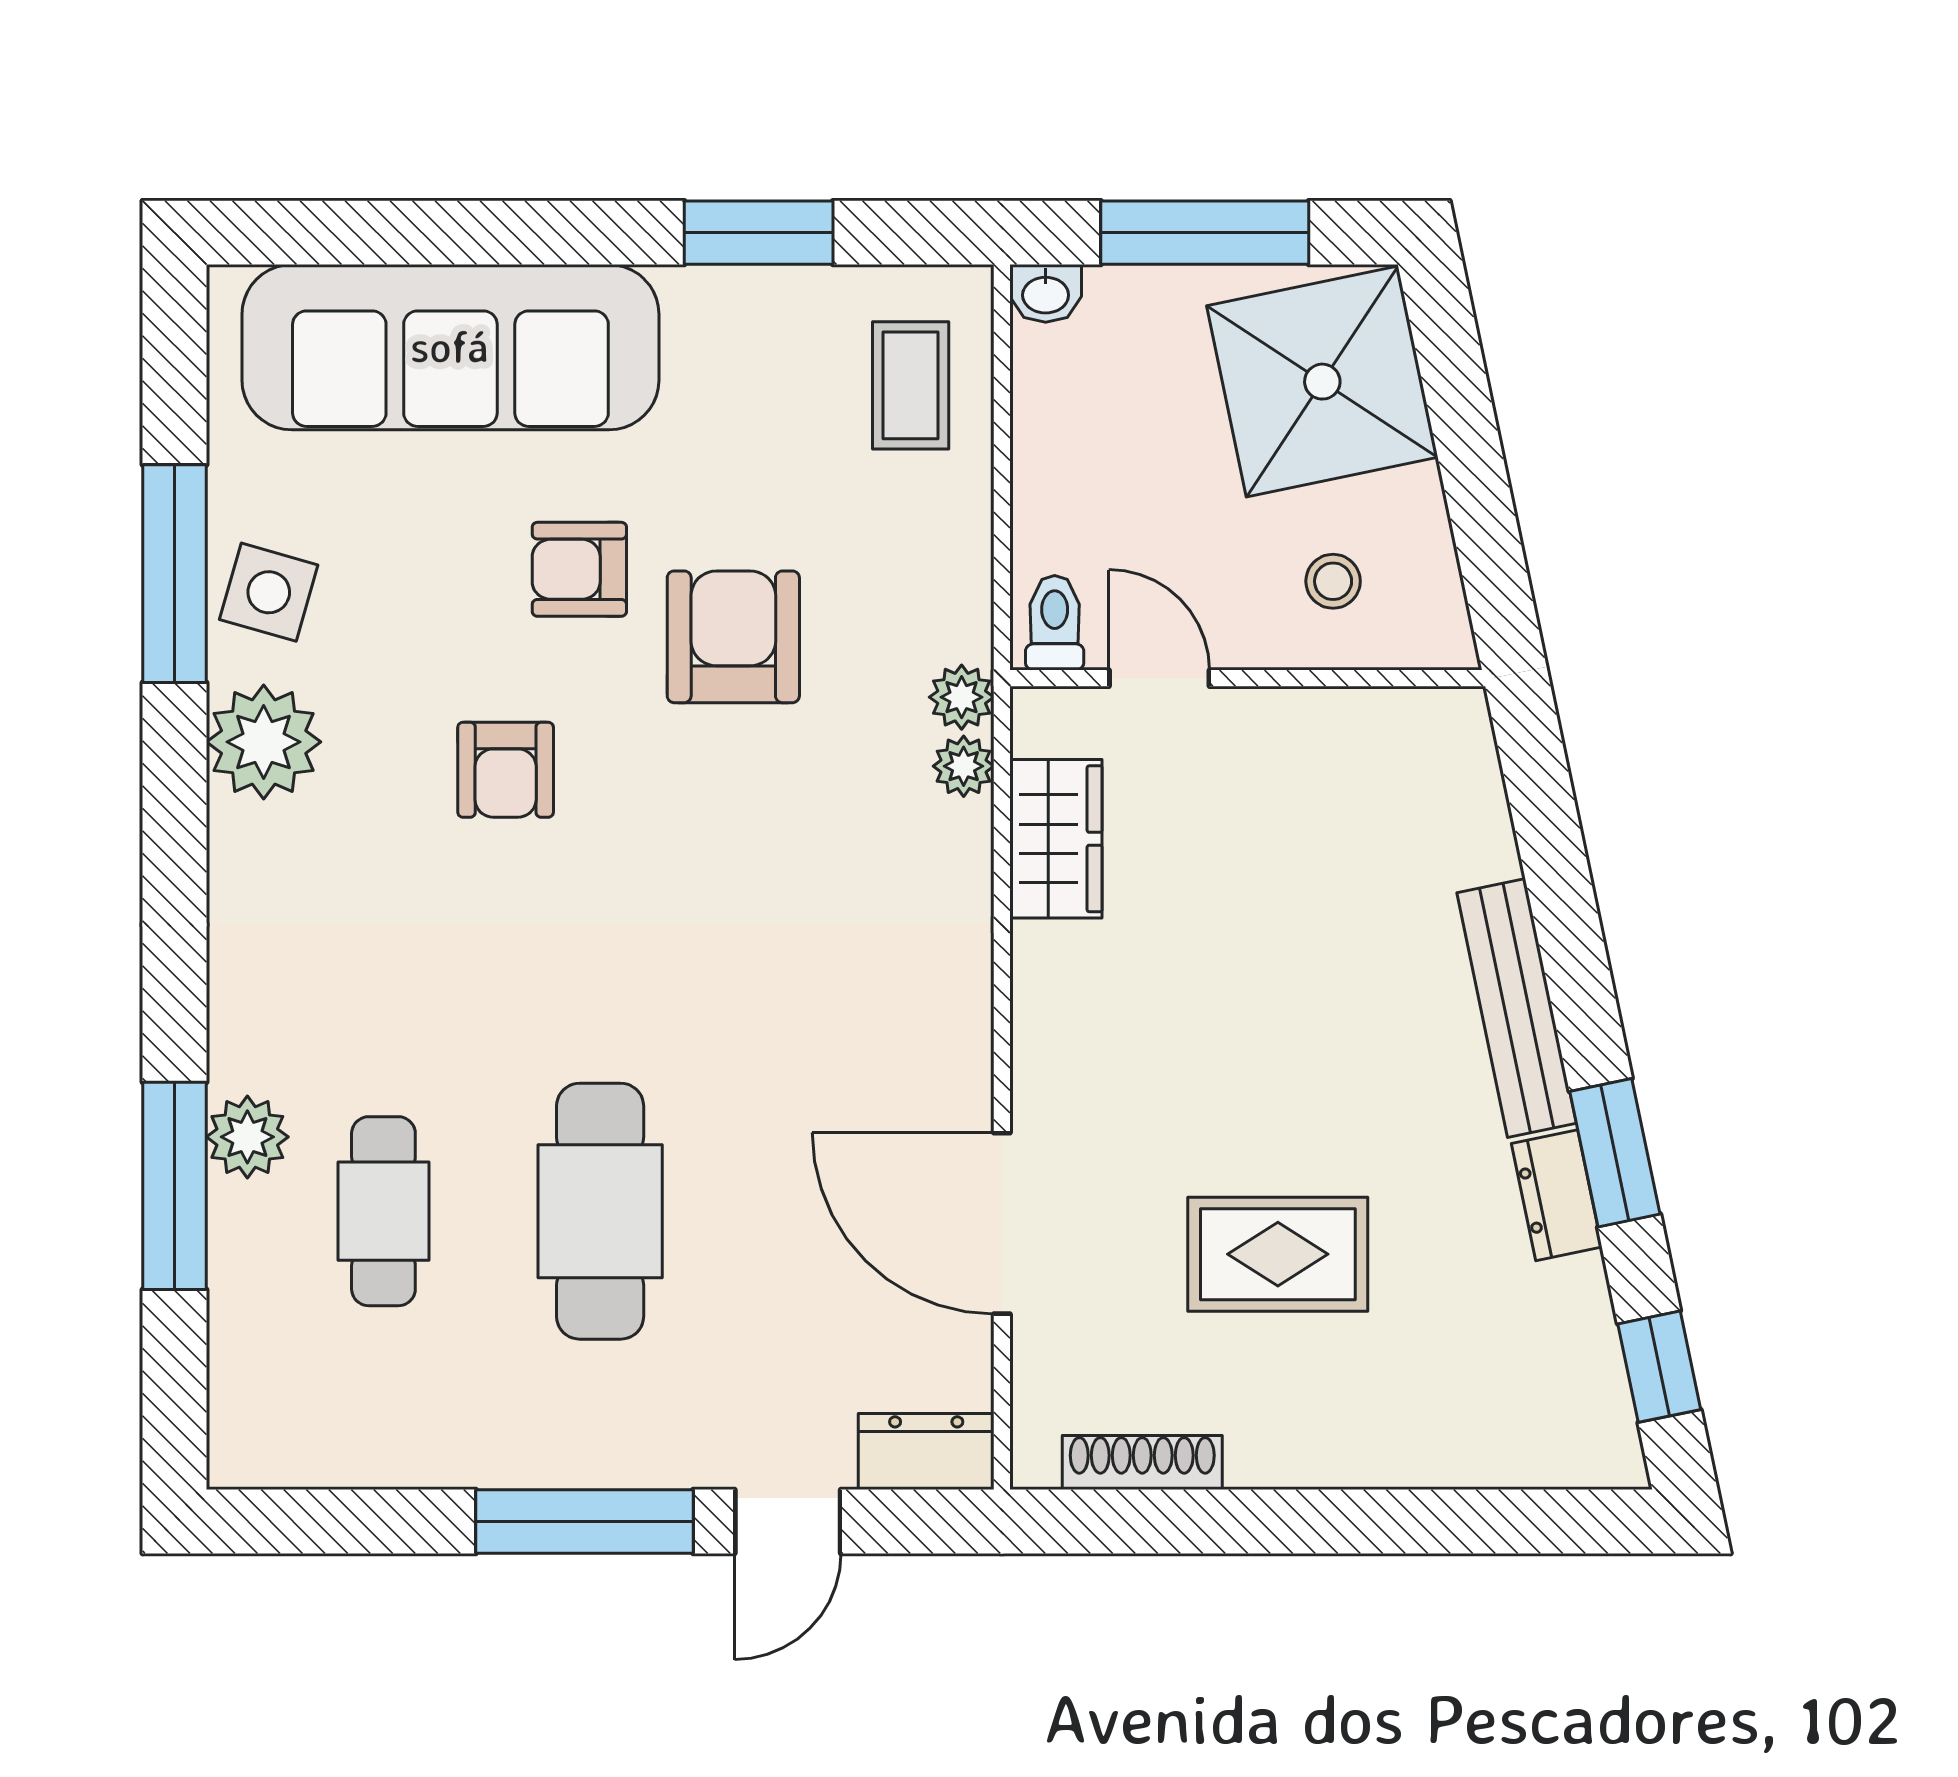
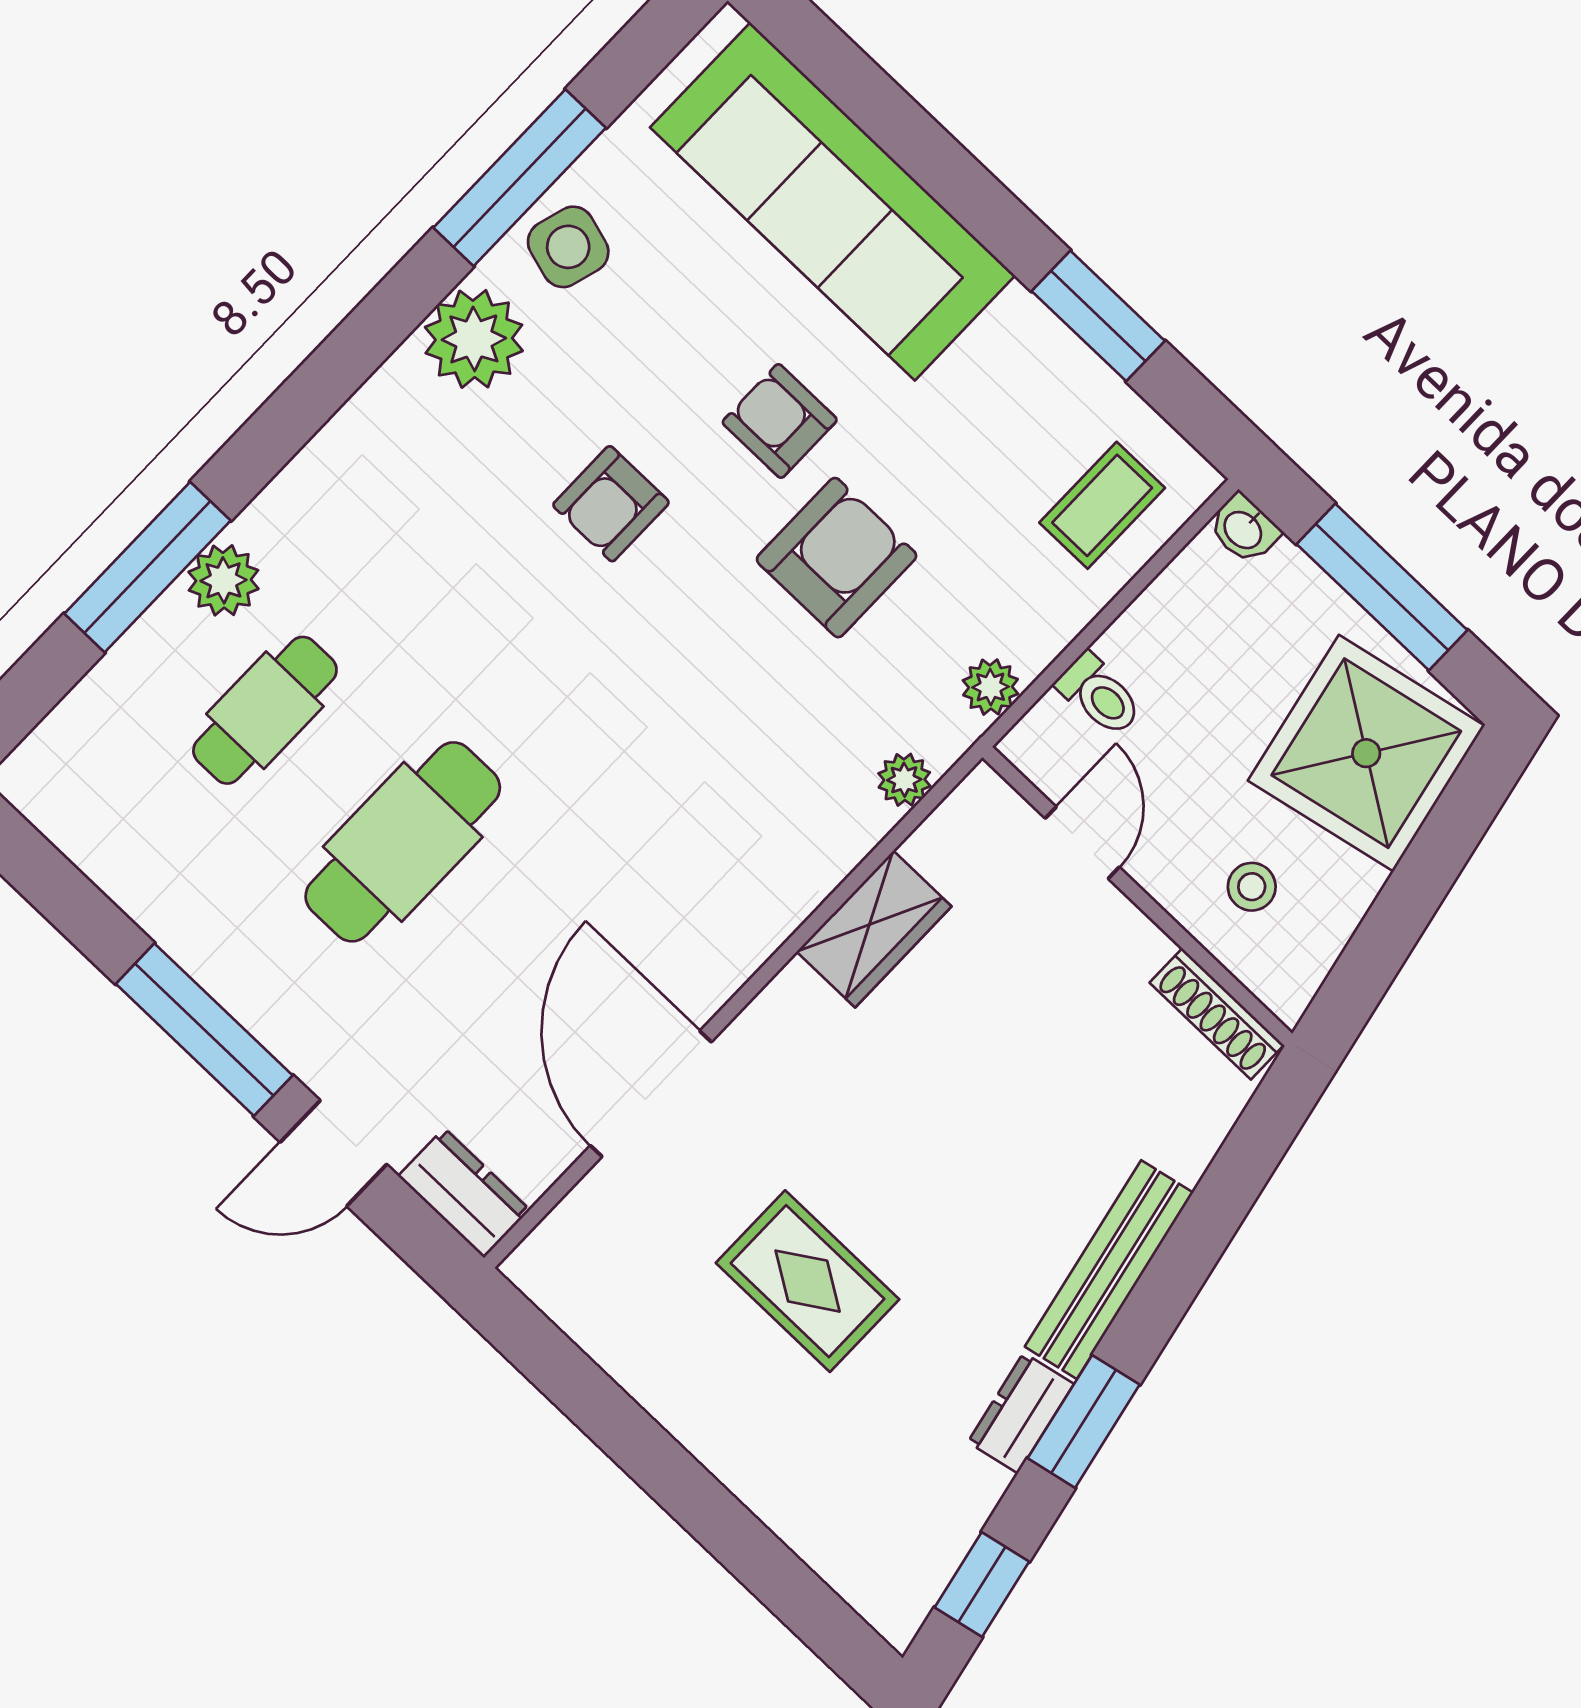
toilet: (1055, 623) -> (1099, 695), moved, turned 90
plant: (962, 697) -> (990, 687), moved
wardrobe: (1056, 839) -> (874, 929), moved
shoe rack: (1142, 1462) -> (1217, 1014), moved, turned 180

